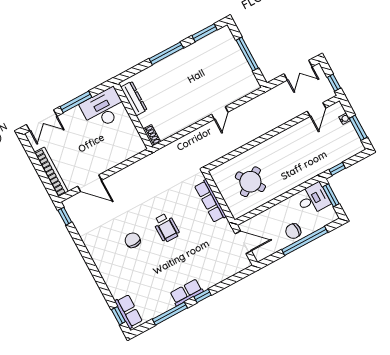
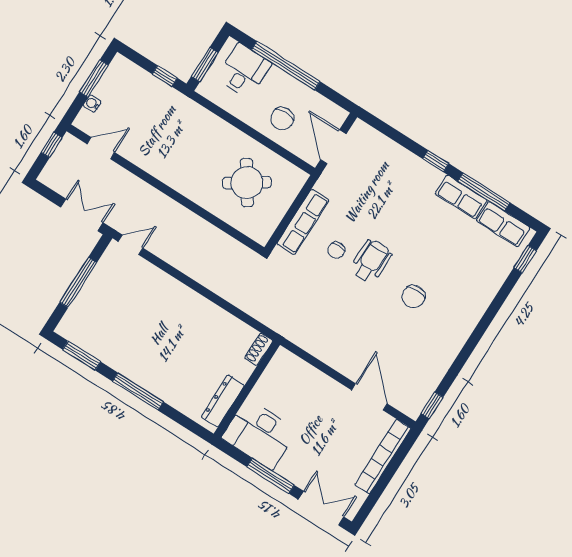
double door: (298, 70) -> (82, 215), moved
door: (220, 113) -> (131, 245), moved
desk: (313, 199) -> (244, 71), moved, turned 90
chair: (184, 211) -> (336, 250), added
chair: (293, 231) -> (282, 119), moved, turned 90
row of seats: (186, 292) -> (461, 197), moved
row of seats: (129, 311) -> (503, 224), moved, turned -90

